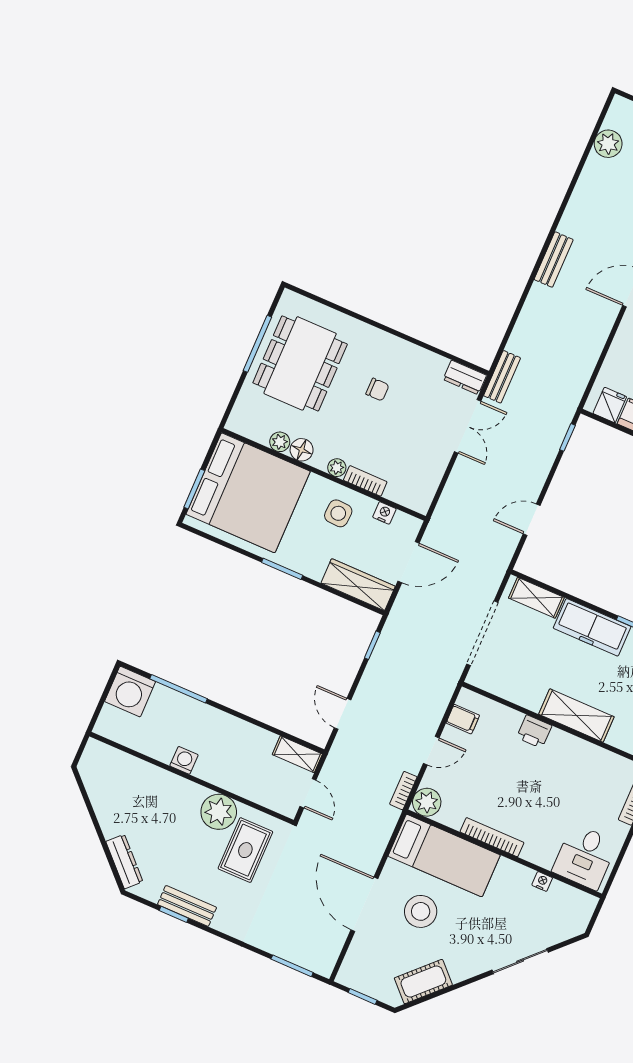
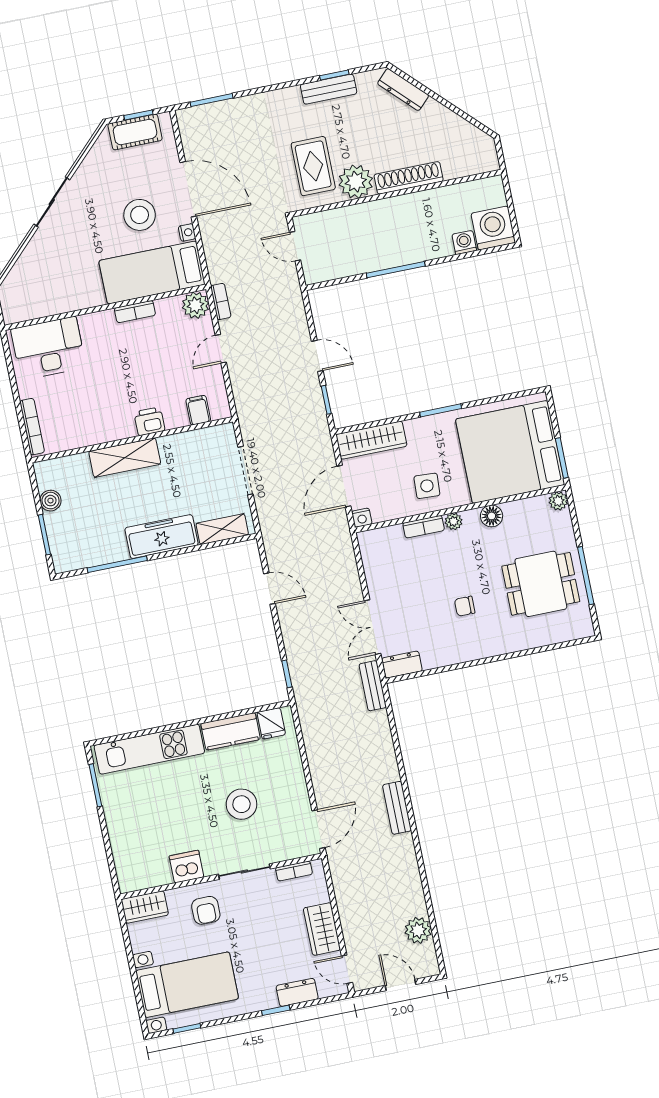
dining table: (300, 363) -> (541, 584), width x0.73
plant: (280, 442) -> (558, 501), moved
window: (194, 489) -> (562, 458), moved
nightstand: (384, 513) -> (362, 518), moved
door: (532, 520) -> (269, 589), hinge flipped
doorway: (482, 633) -> (246, 471), width x0.73
window: (179, 689) -> (396, 270), moved
door: (343, 714) -> (317, 356), moved
filing cabinet: (463, 719) -> (198, 410), moved, turned 90
shelving: (297, 754) -> (325, 271), removed
washing machine: (184, 760) -> (464, 242), moved, turned 180
shoe rack: (172, 784) -> (409, 178), added
bookcase: (492, 837) -> (135, 312), width x0.64
desk: (585, 857) -> (48, 348), width x1.37
nightstand: (542, 881) -> (187, 232), moved, turned -90
sliding door: (520, 961) -> (52, 202), moved
cot: (423, 982) -> (135, 132), moved, turned 45

